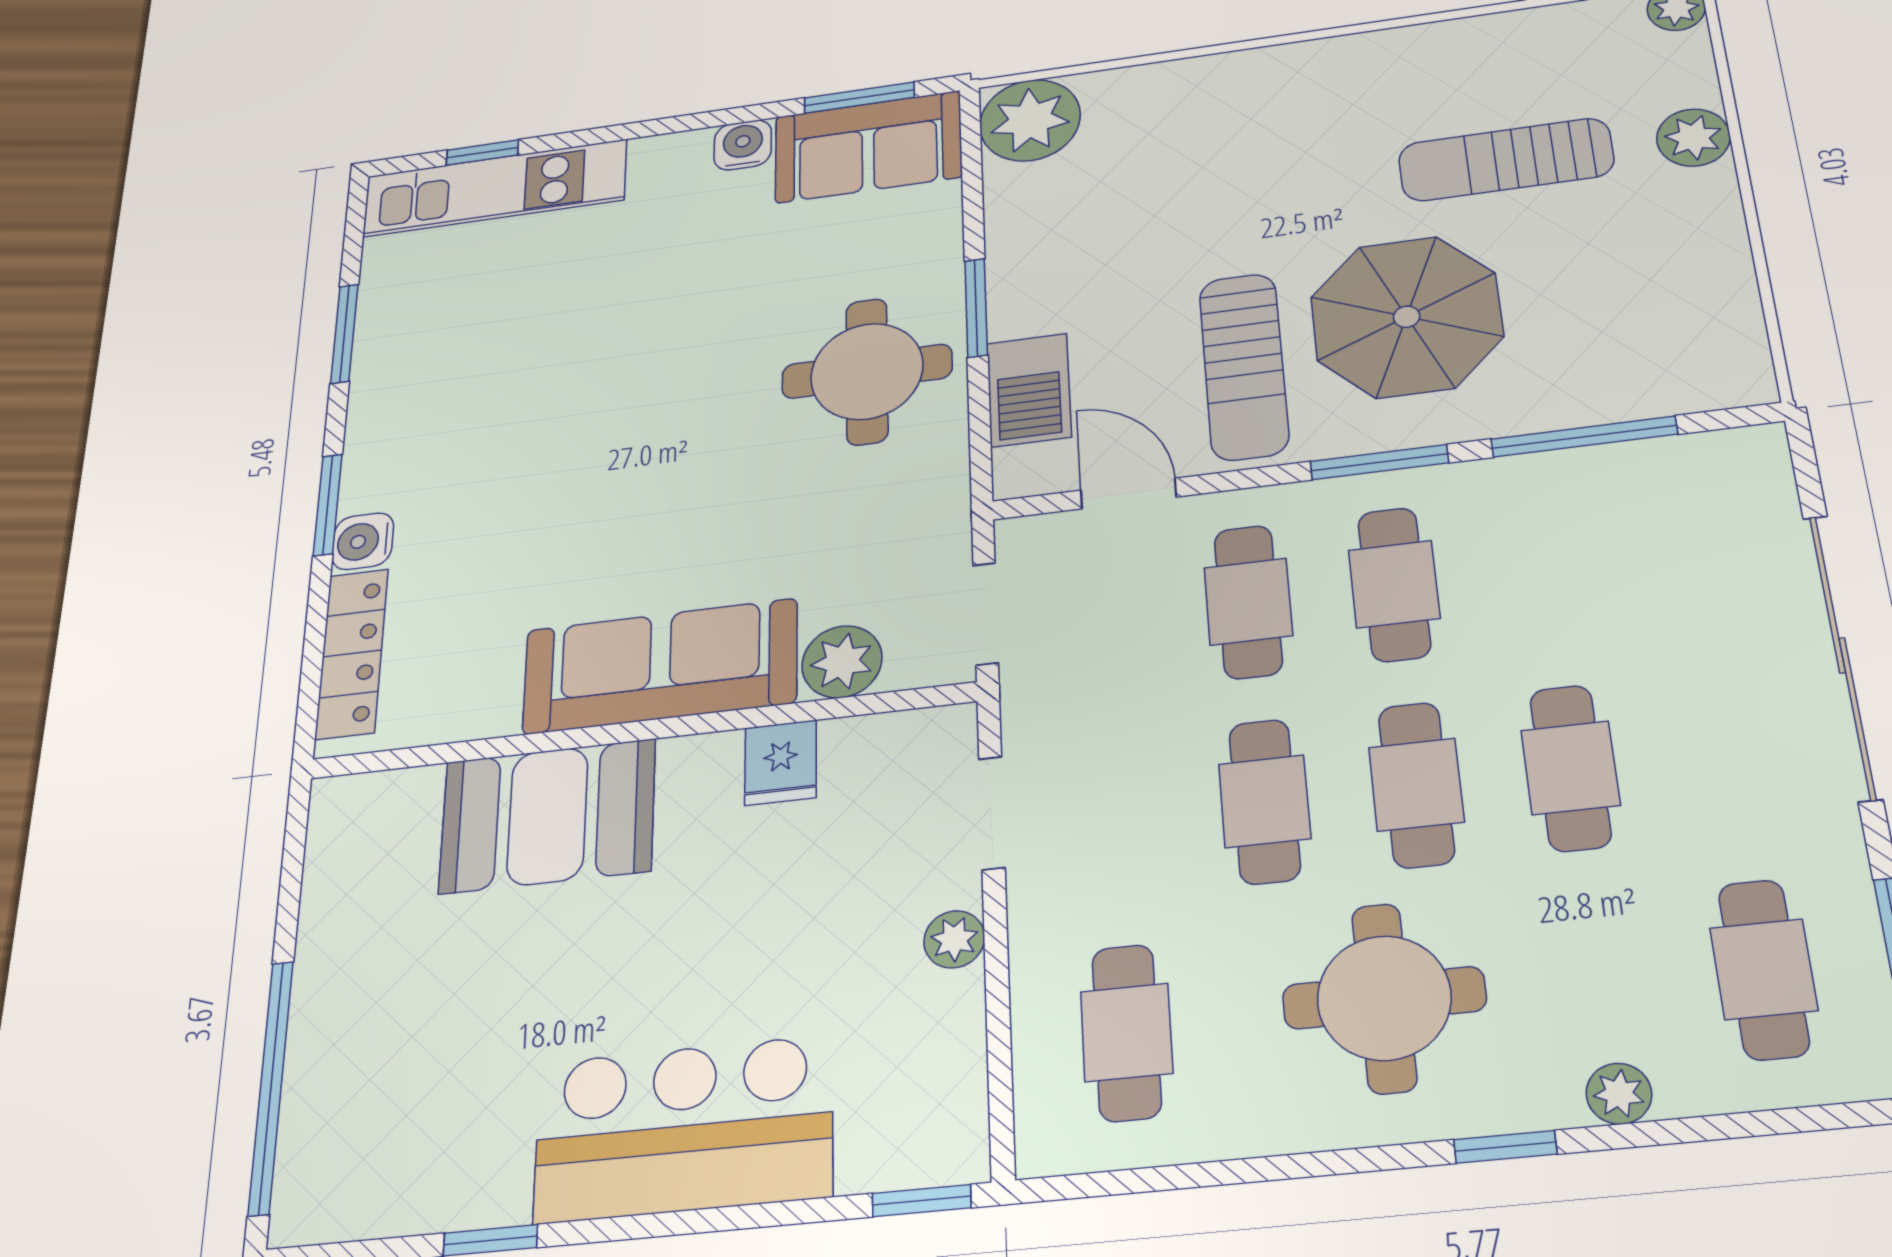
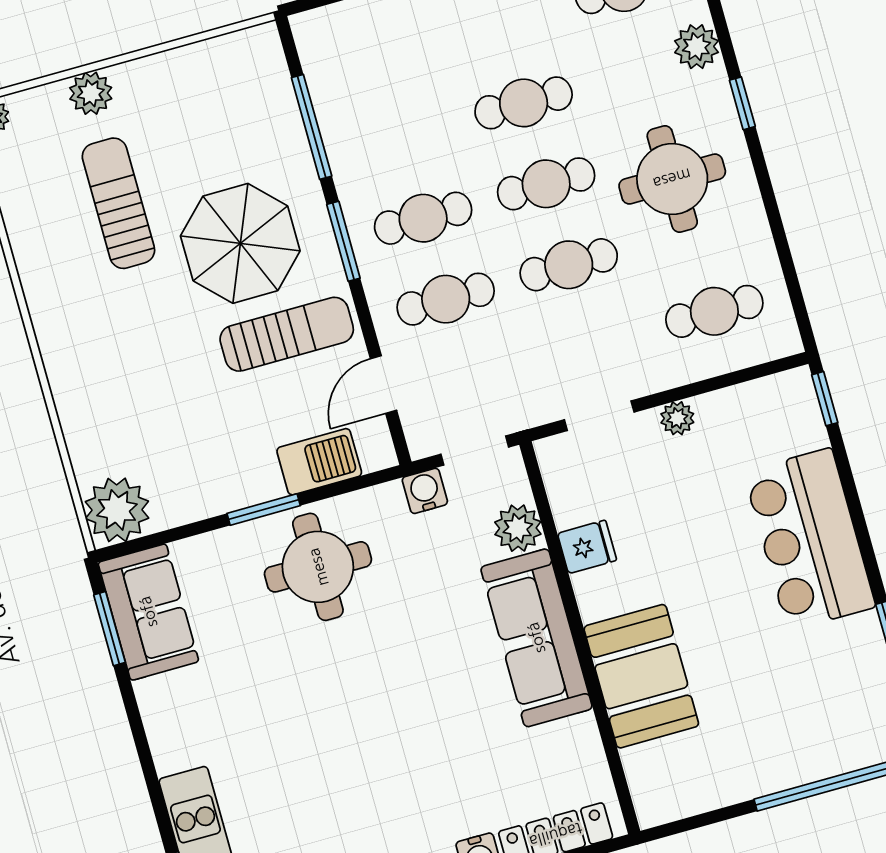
water cooler: (743, 145) -> (425, 491), moved, turned 90
sun lounger: (1506, 160) -> (118, 203), turned 180
plant: (1619, 1094) -> (696, 47), width x1.38, depth x1.38

